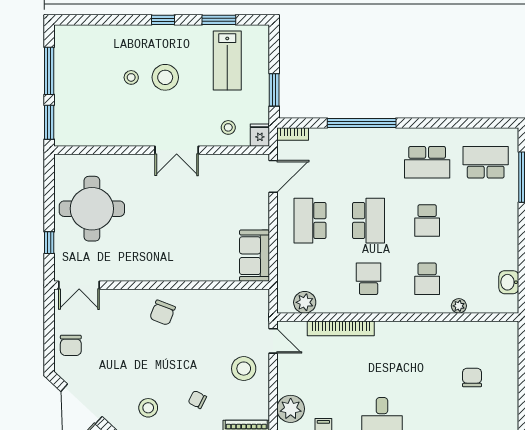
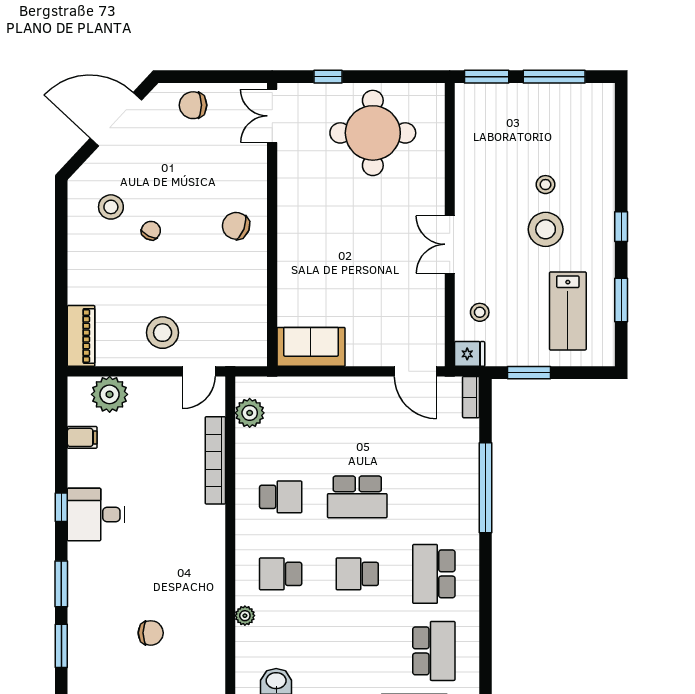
lab bench: (227, 60) -> (568, 311), turned -90
school desk: (310, 221) -> (357, 420), removed
chair: (197, 400) -> (151, 231), moved

